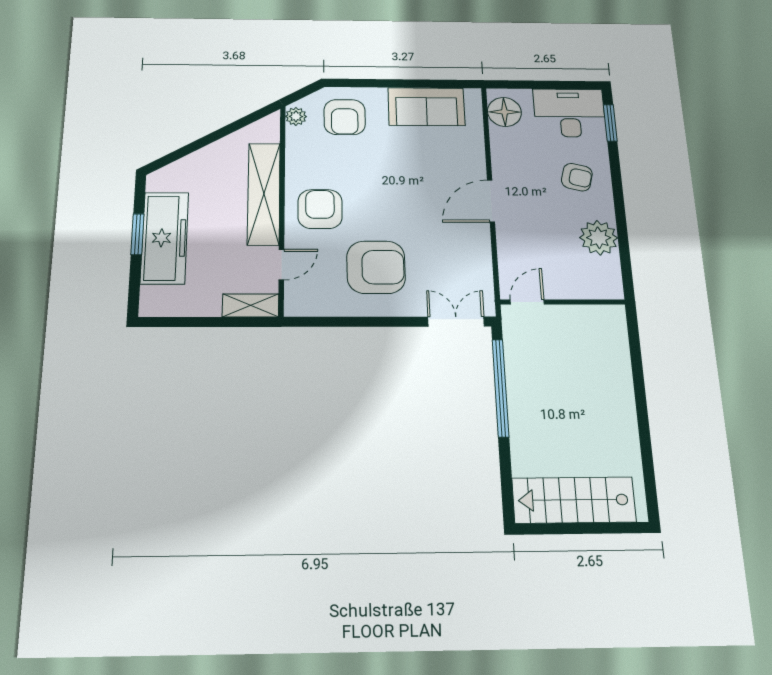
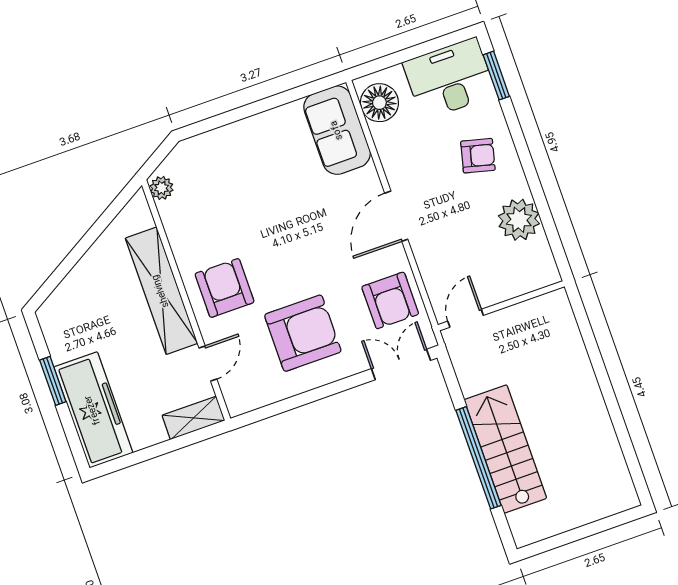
sofa: (426, 107) -> (337, 130), moved, turned 90
armchair: (345, 117) -> (390, 300), moved
freezer: (165, 238) -> (93, 410), moved
window: (500, 388) -> (478, 458), moved
stairs: (574, 500) -> (505, 449), moved, turned 90

